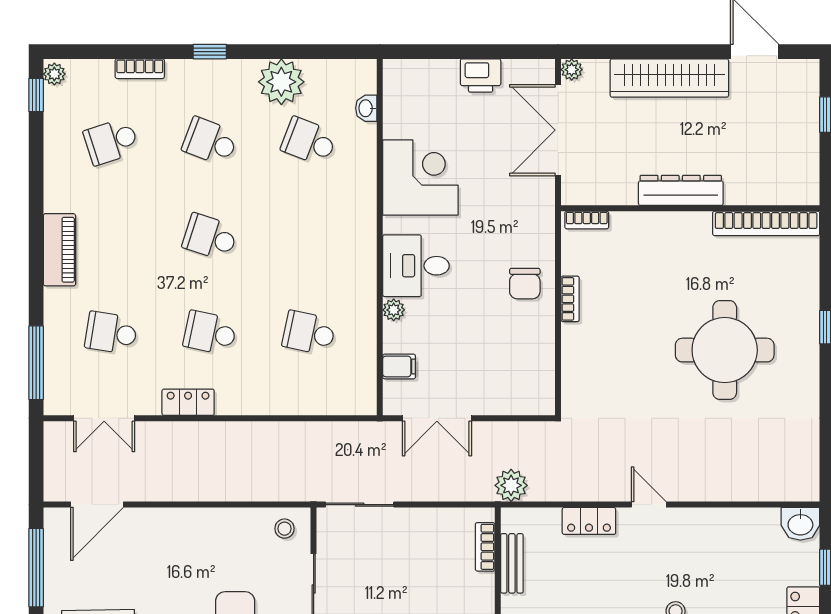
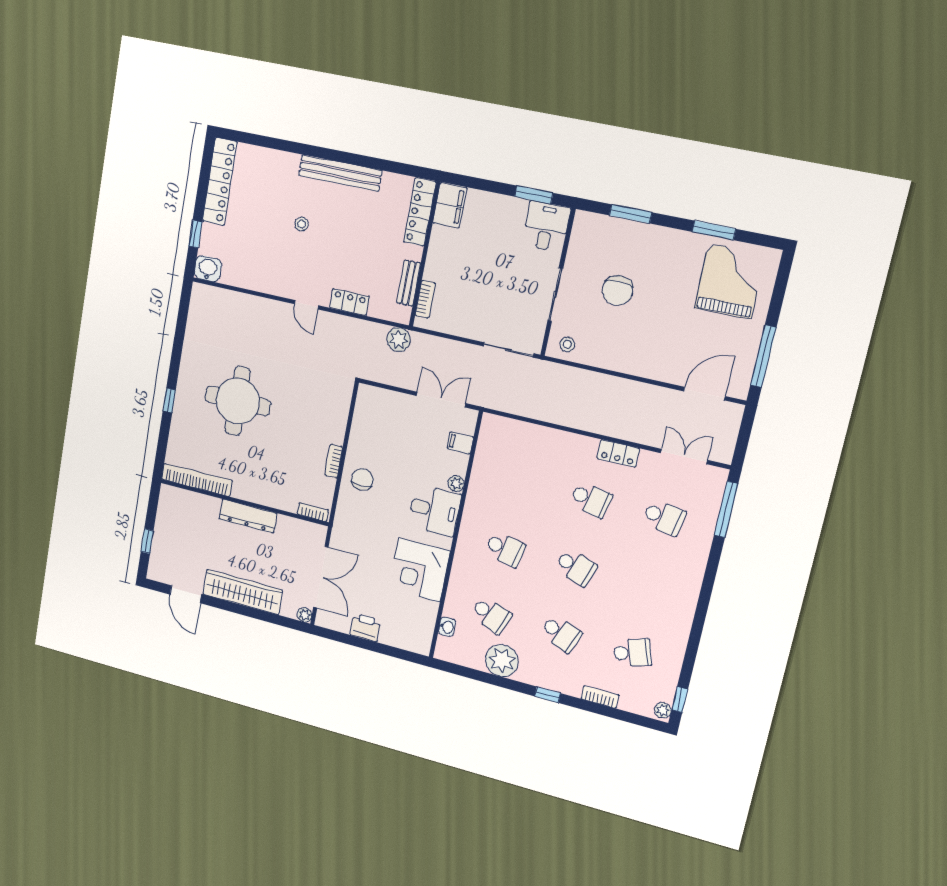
piano: (59, 250) -> (689, 587), removed
school desk: (309, 333) -> (505, 549), moved

